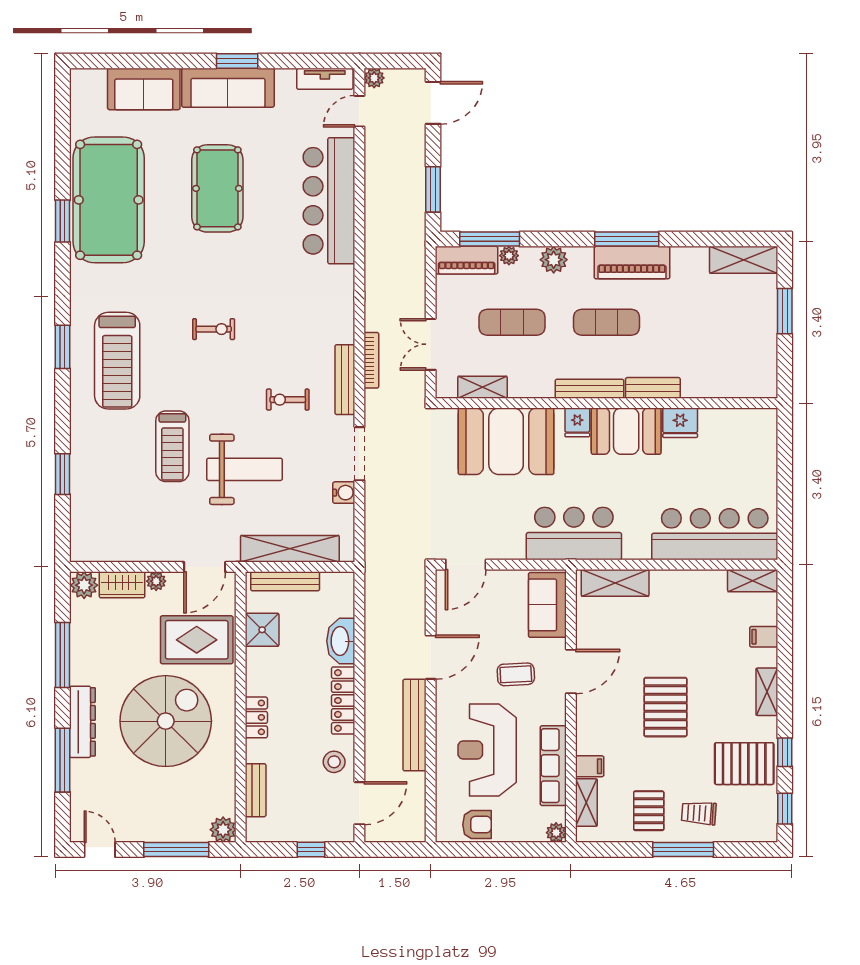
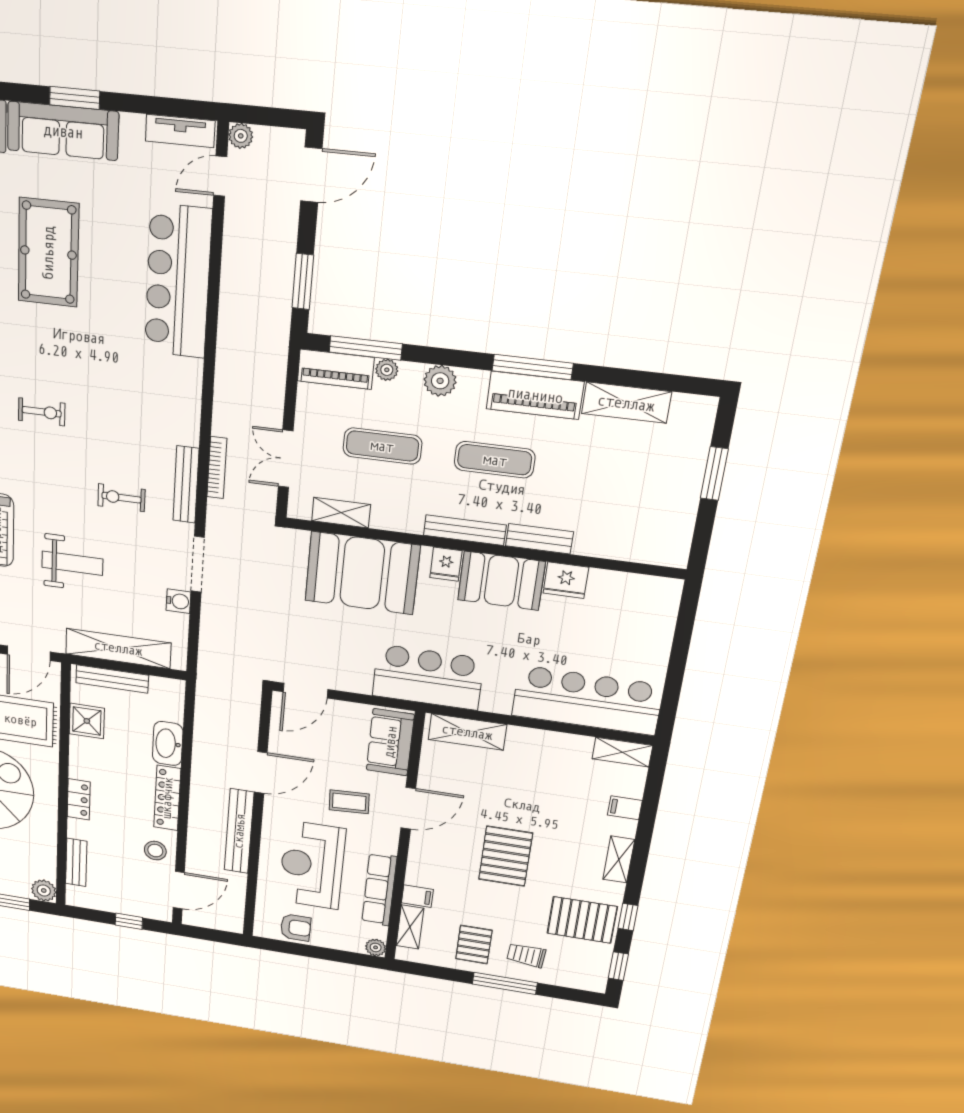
shelving: (744, 260) -> (626, 403), moved
weight bench: (244, 469) -> (72, 563), width x0.73, depth x0.75

